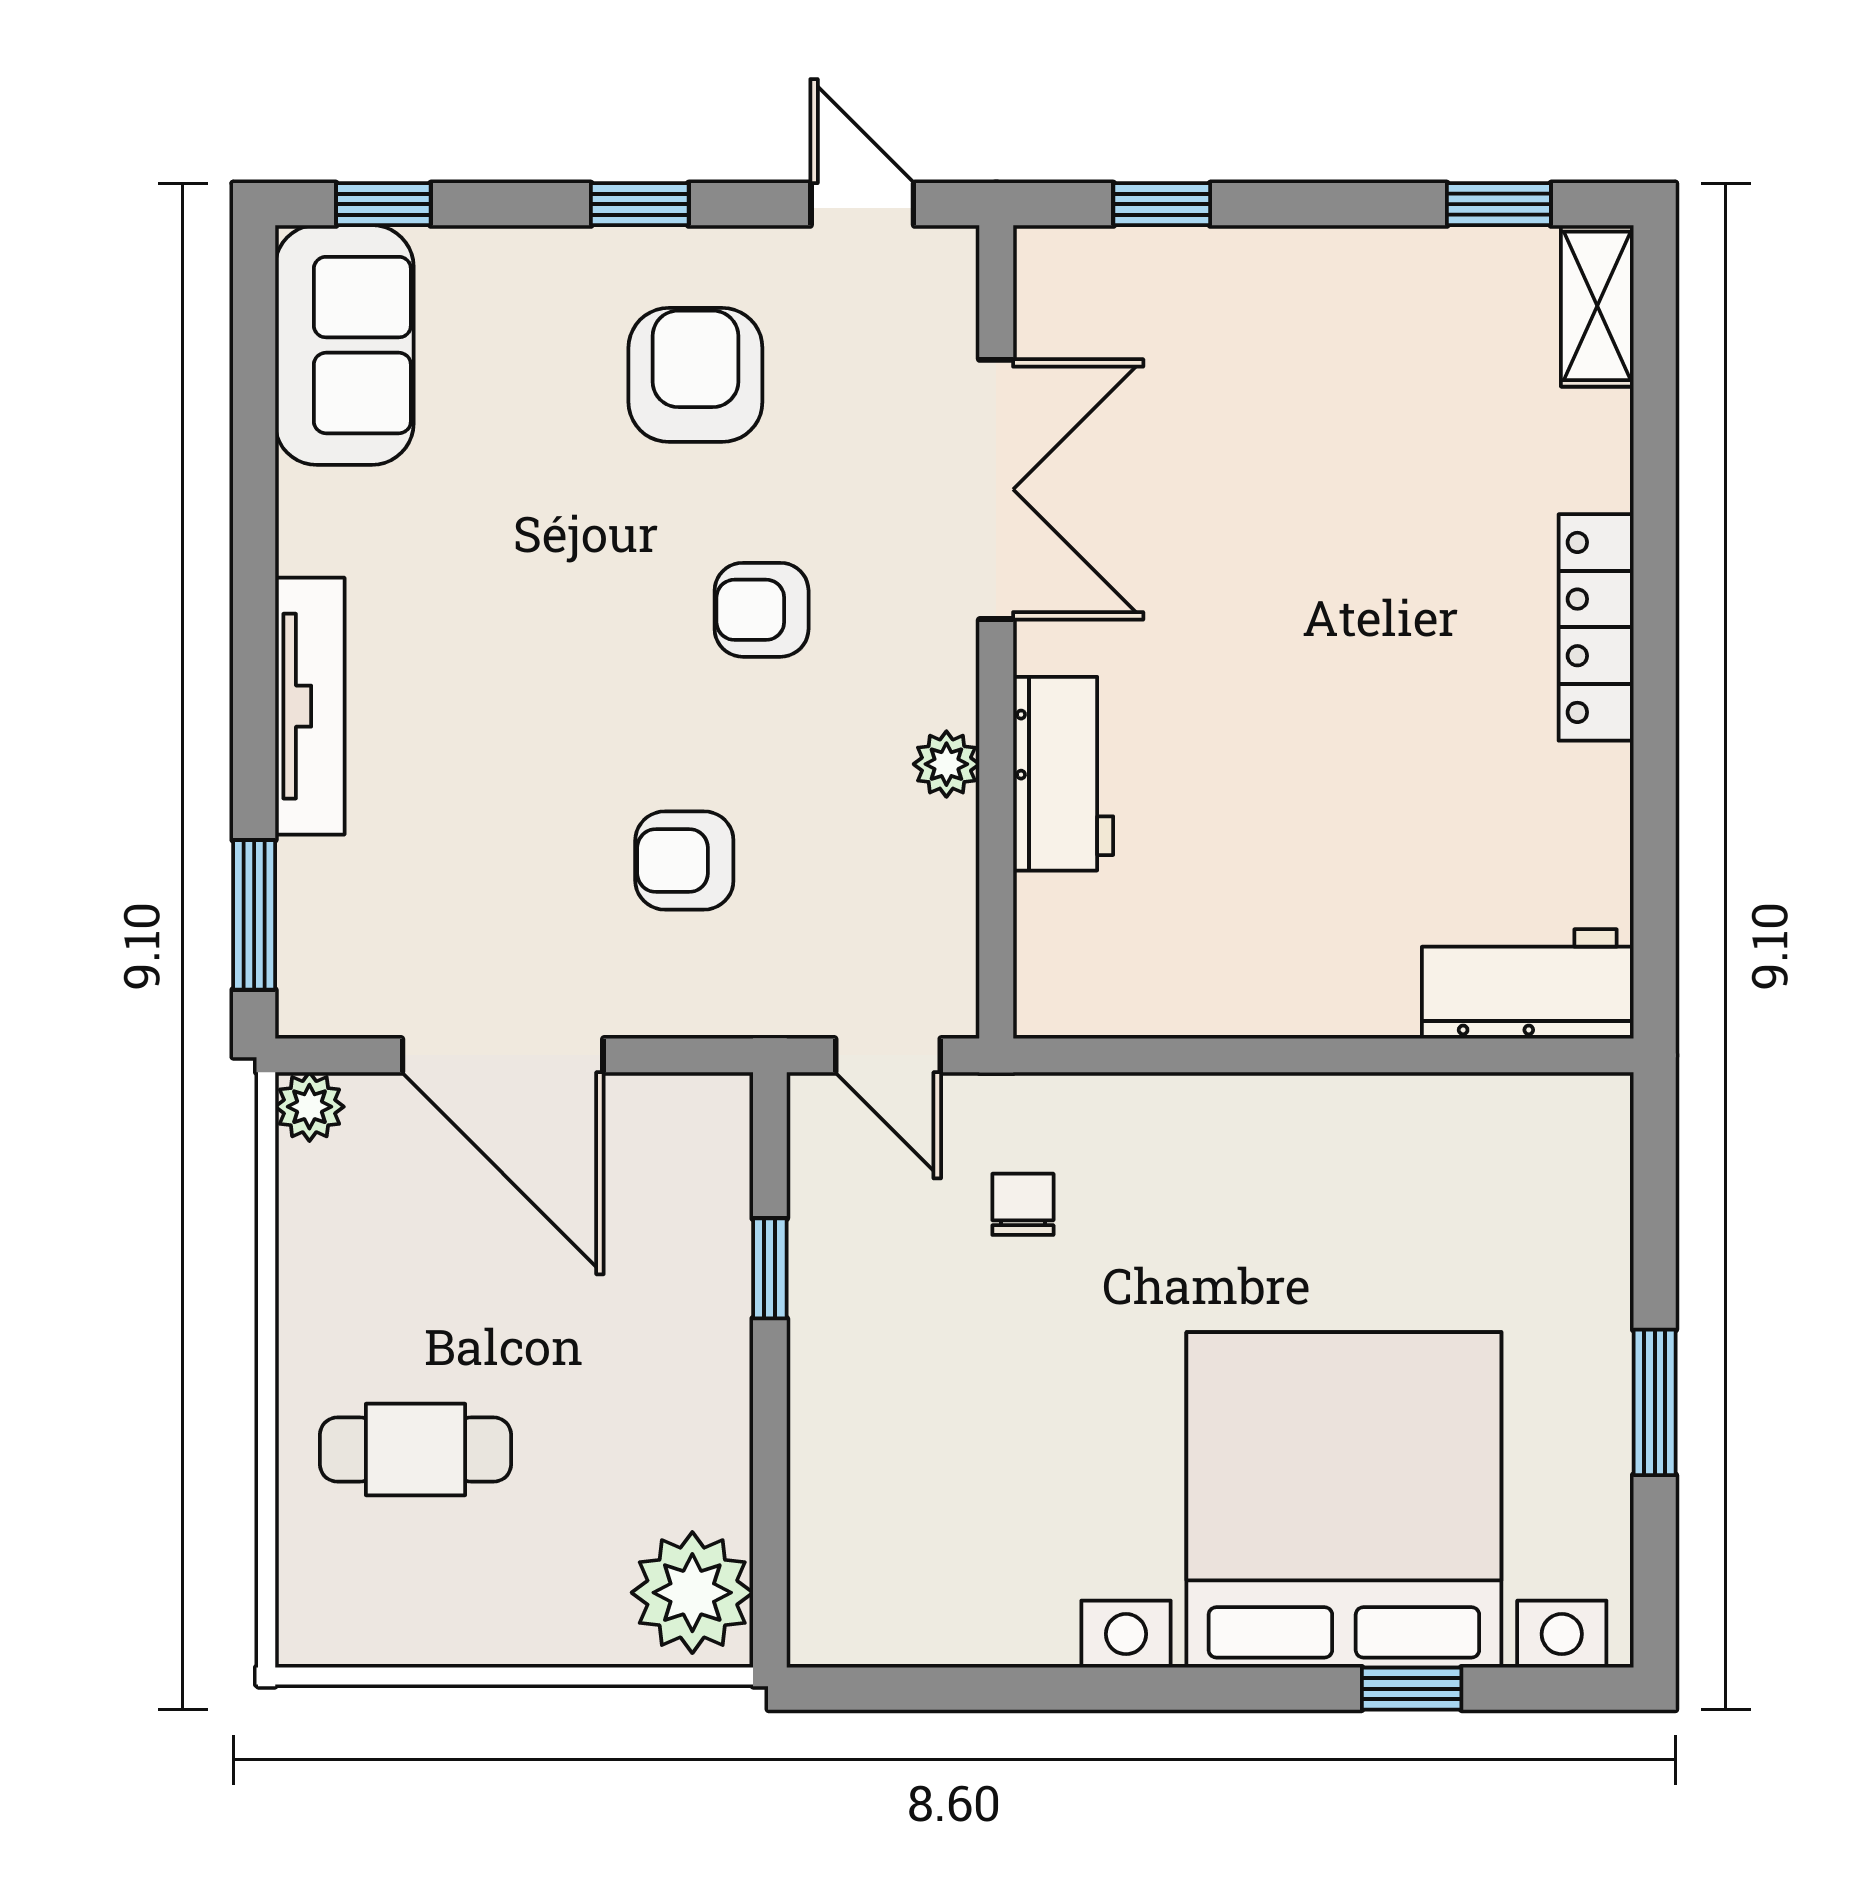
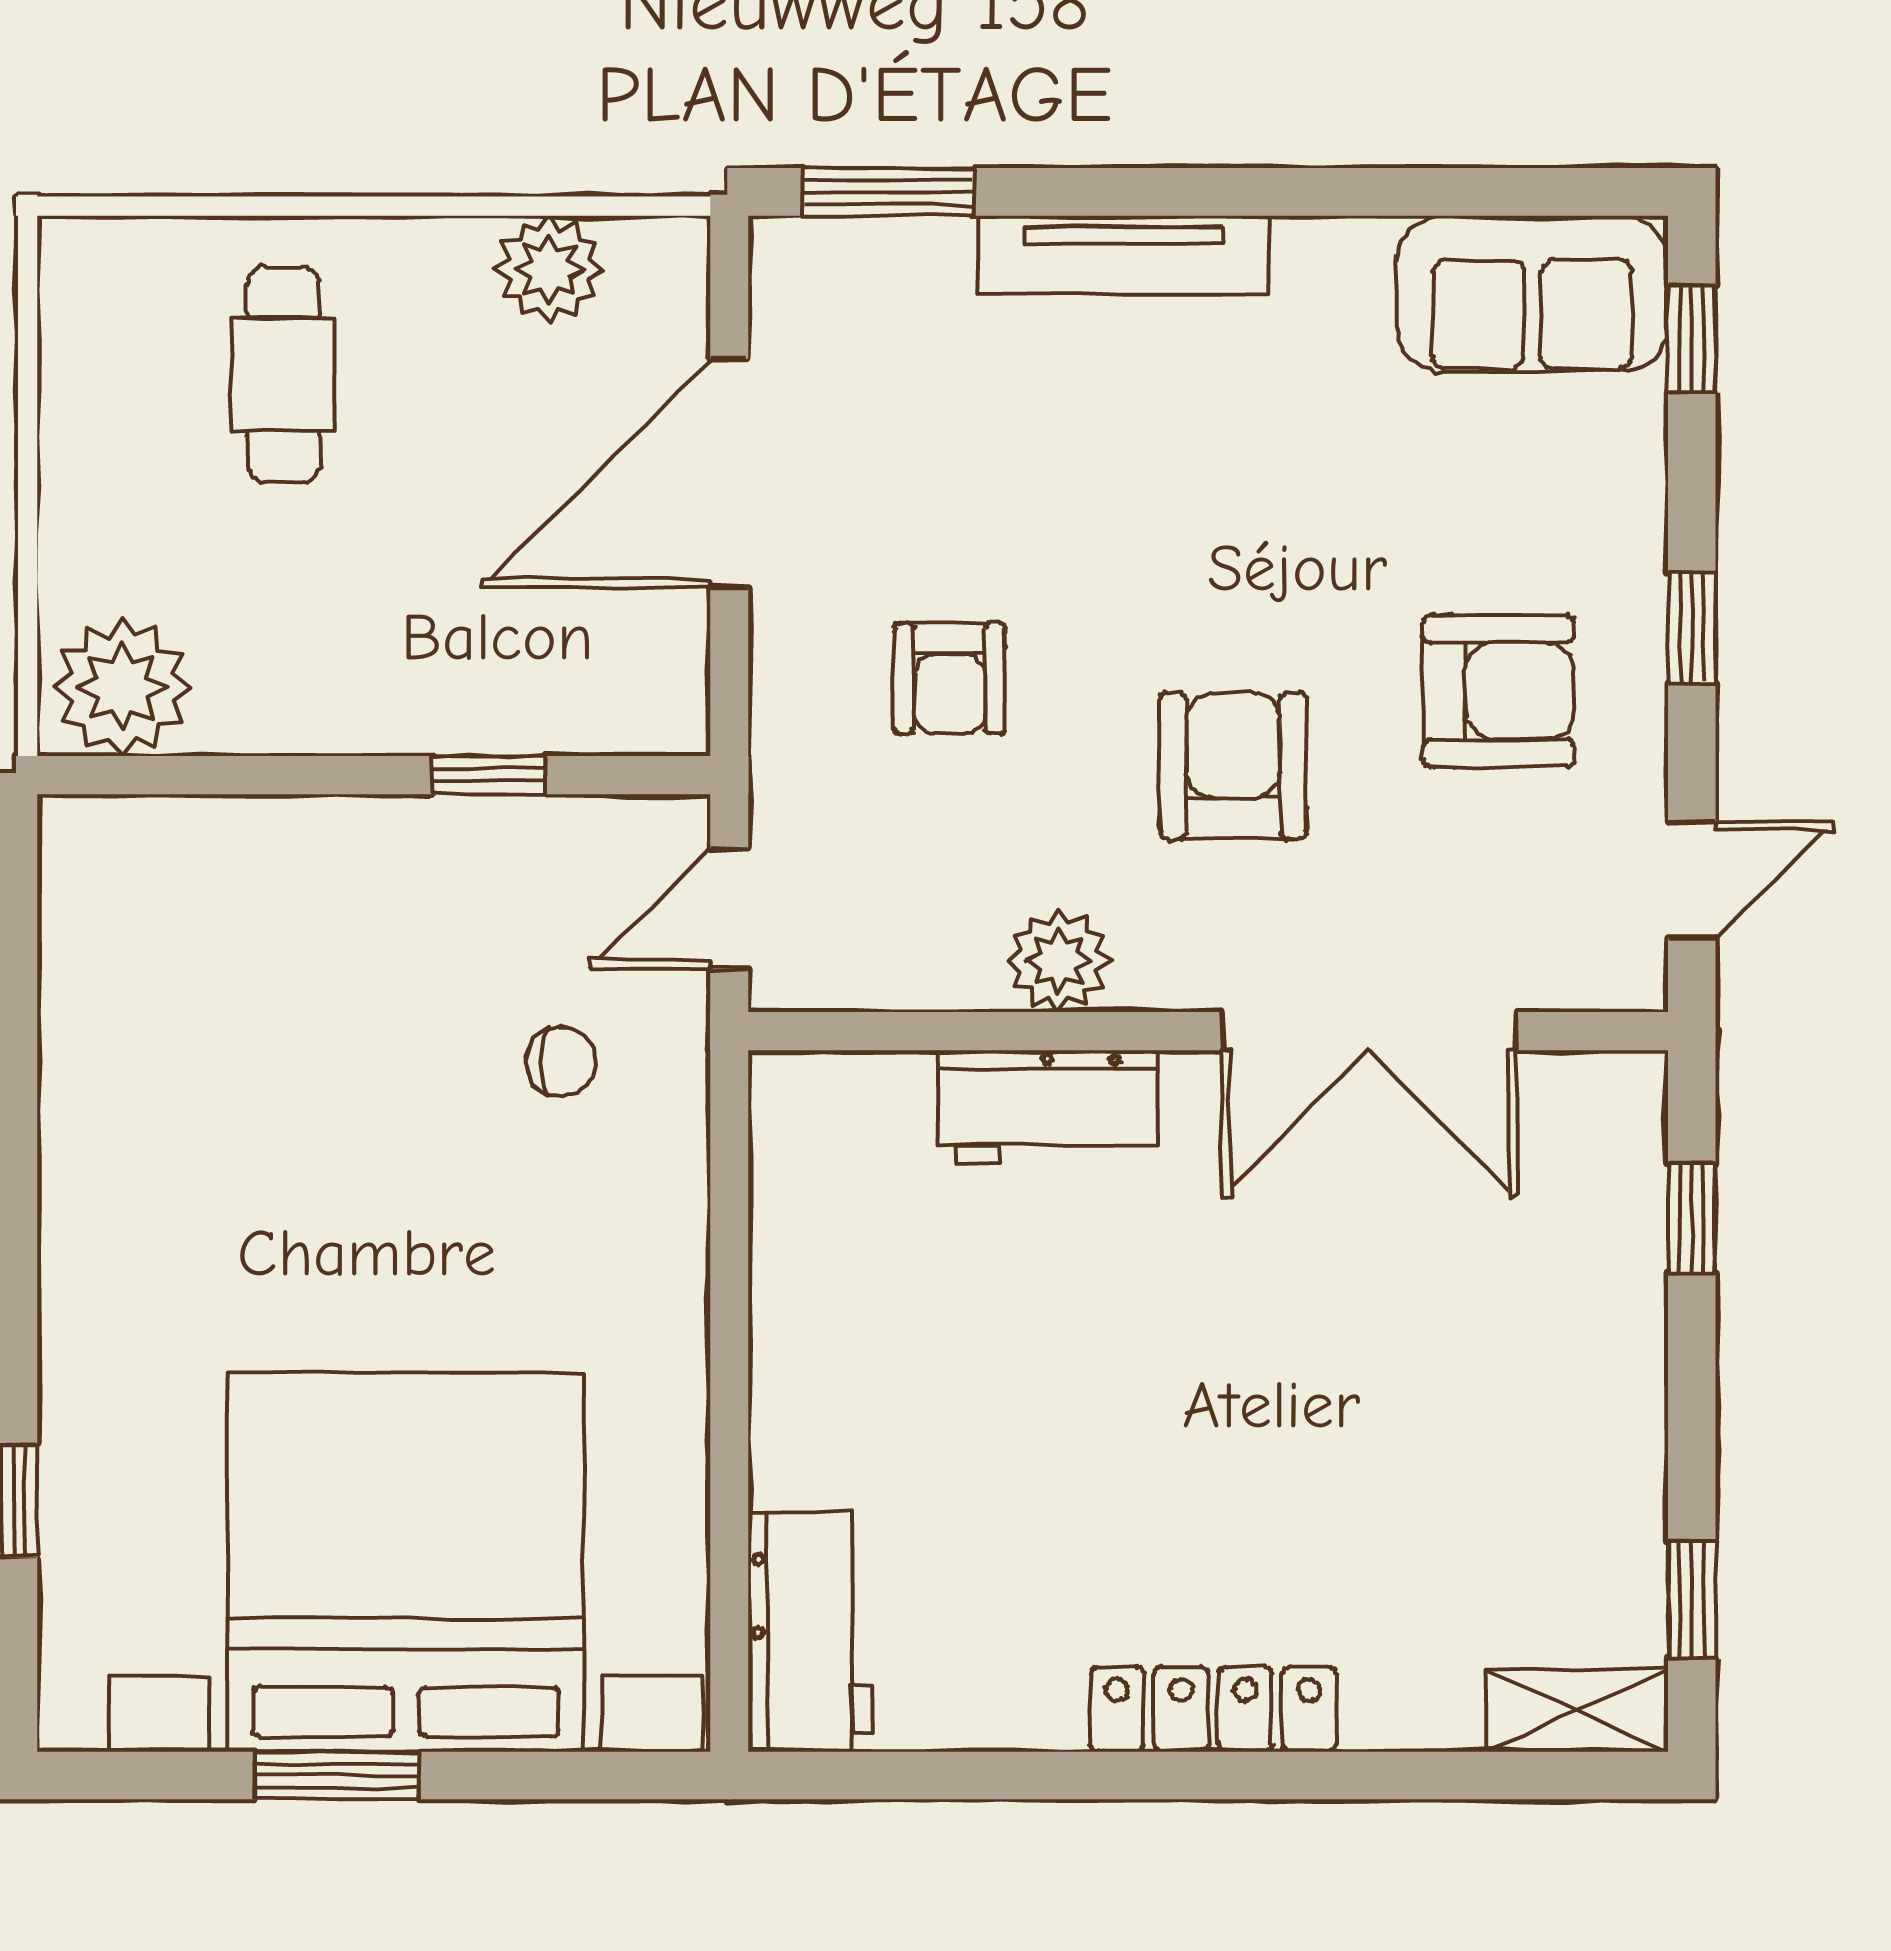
armchair: (762, 610) -> (1233, 766), width x1.38, depth x1.38
plant: (946, 764) -> (1059, 961), width x1.38, depth x1.38
armchair: (684, 860) -> (950, 678), turned 180
plant: (309, 1107) -> (549, 269), moved, width x1.38, depth x1.38
bed with nightstands: (1344, 1500) -> (406, 1562), moved, turned -90

